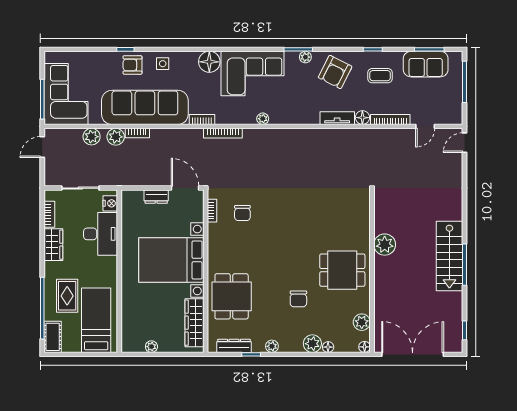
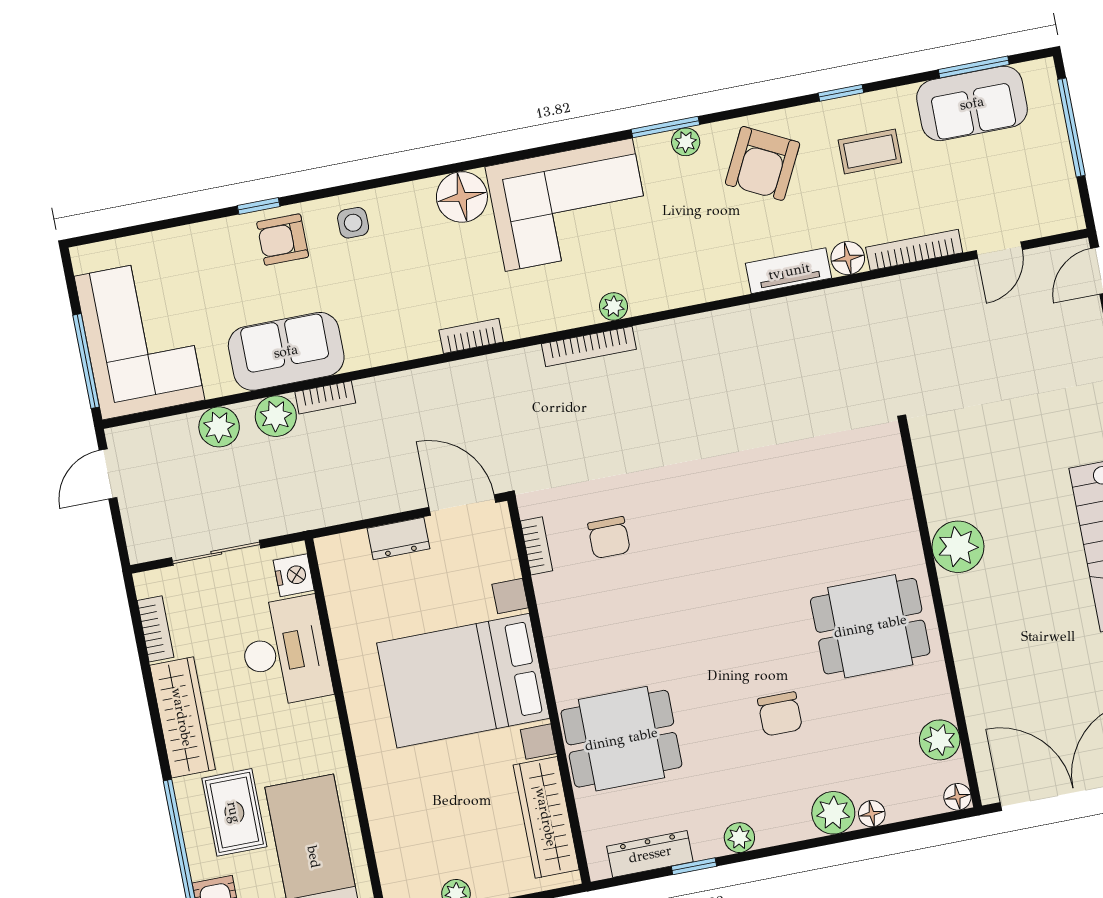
sofa: (145, 107) -> (286, 351), width x0.54, depth x0.79
bookcase: (223, 133) -> (589, 347), moved
wardrobe: (53, 245) -> (182, 717), width x1.50
dining table: (232, 296) -> (621, 739), turned 90

